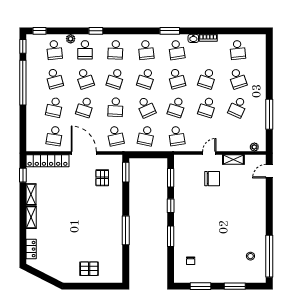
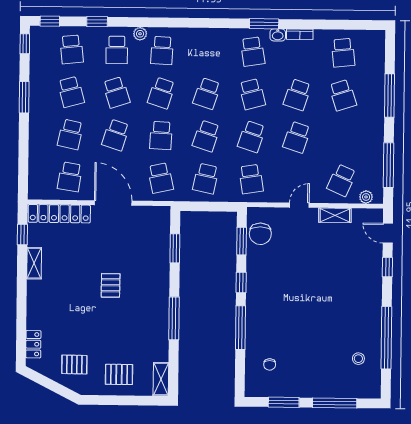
window: (96, 31) -> (97, 22), moved
window: (170, 31) -> (264, 24), moved
plant: (71, 39) -> (140, 34), moved
school desk: (146, 50) -> (207, 51), removed
window: (269, 78) -> (389, 96), added
window: (23, 83) -> (24, 97), width x0.47
school desk: (146, 107) -> (206, 136), turned 42
school desk: (238, 107) -> (342, 180), moved
window: (269, 114) -> (389, 165), moved
door: (269, 171) -> (388, 233), hinge flipped
window: (126, 172) -> (175, 248), moved
pallet: (102, 178) -> (111, 285), moved
chair: (212, 179) -> (260, 234), moved, turned 90
window: (269, 194) -> (387, 267), added
shelving: (31, 217) -> (161, 379), moved
window: (171, 236) -> (240, 328), width x1.44
window: (269, 256) -> (386, 338), moved
pallet: (59, 262) -> (74, 365), added
window: (235, 286) -> (335, 403), width x1.44

